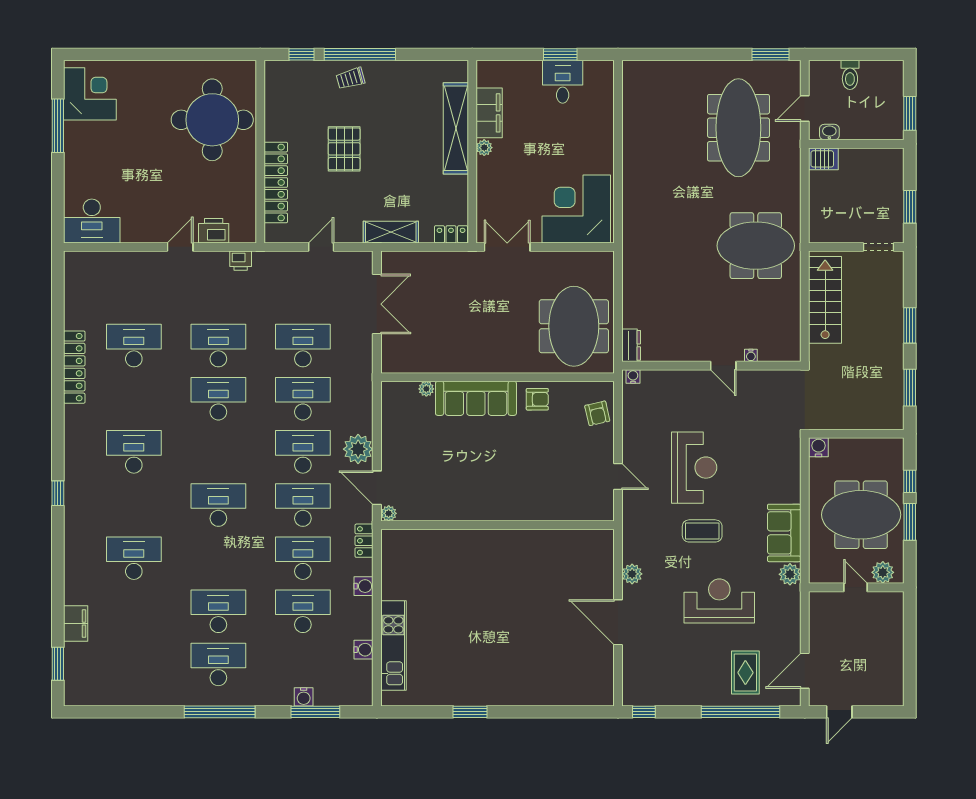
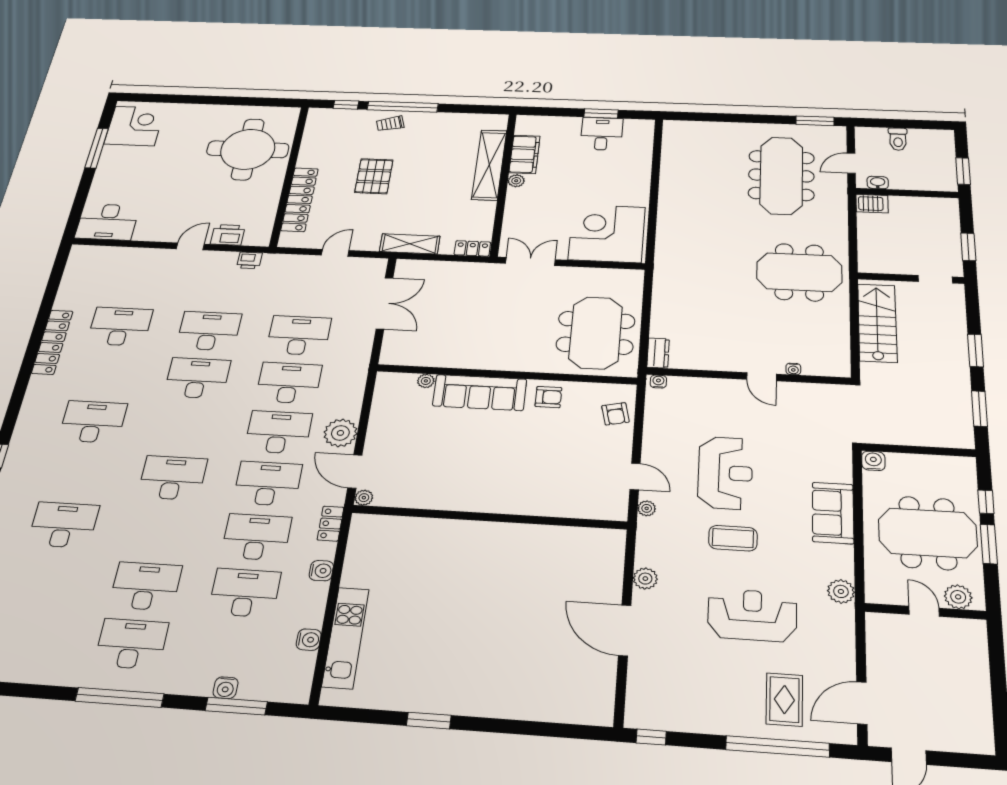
plant: (630, 507) -> (647, 508), added
sofa: (784, 533) -> (833, 513), moved

